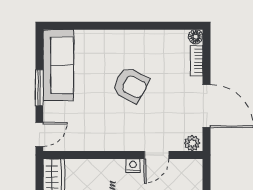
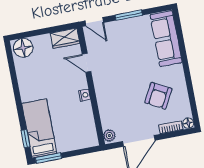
sofa: (58, 65) -> (166, 39), moved, turned 90
armchair: (131, 85) -> (158, 96), moved
door: (157, 155) -> (86, 63), moved

